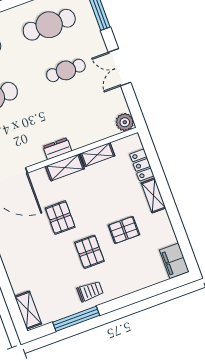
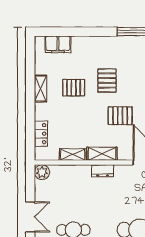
shelving: (153, 196) -> (41, 89), moved
pallet: (60, 218) -> (120, 116), turned 90
filing cabinet: (174, 261) -> (58, 44), moved, turned 90
trolley: (90, 291) -> (118, 49), removed

